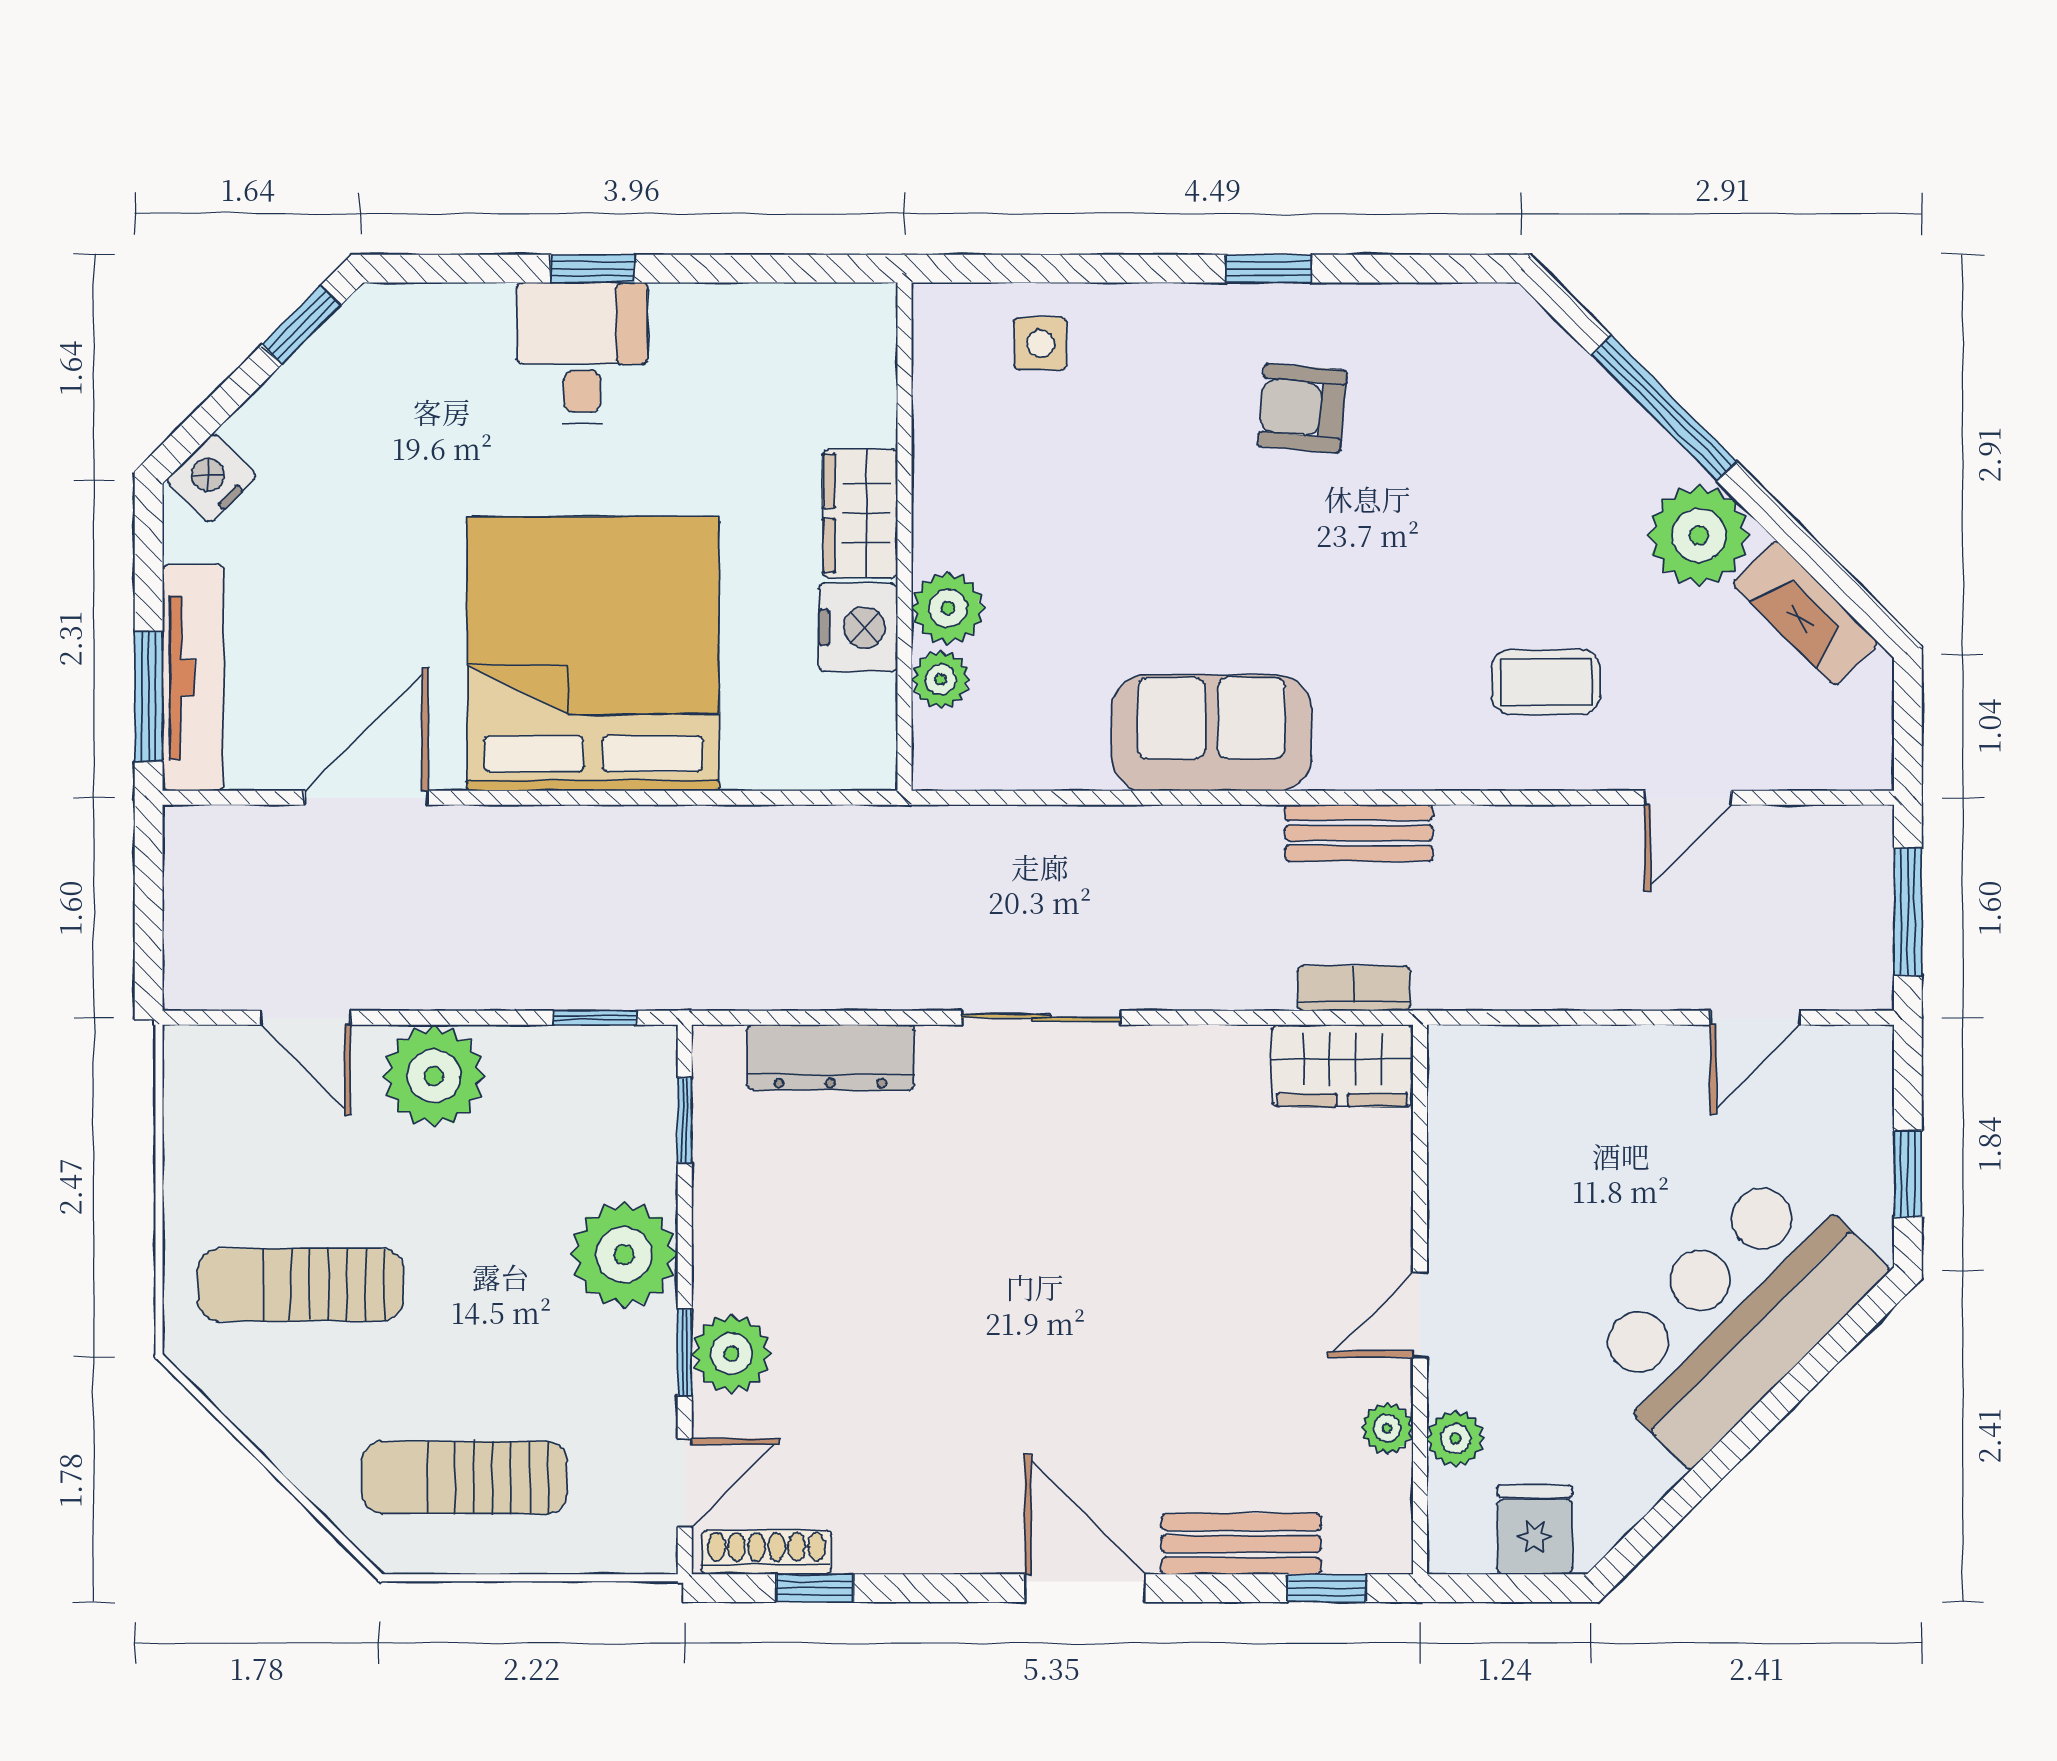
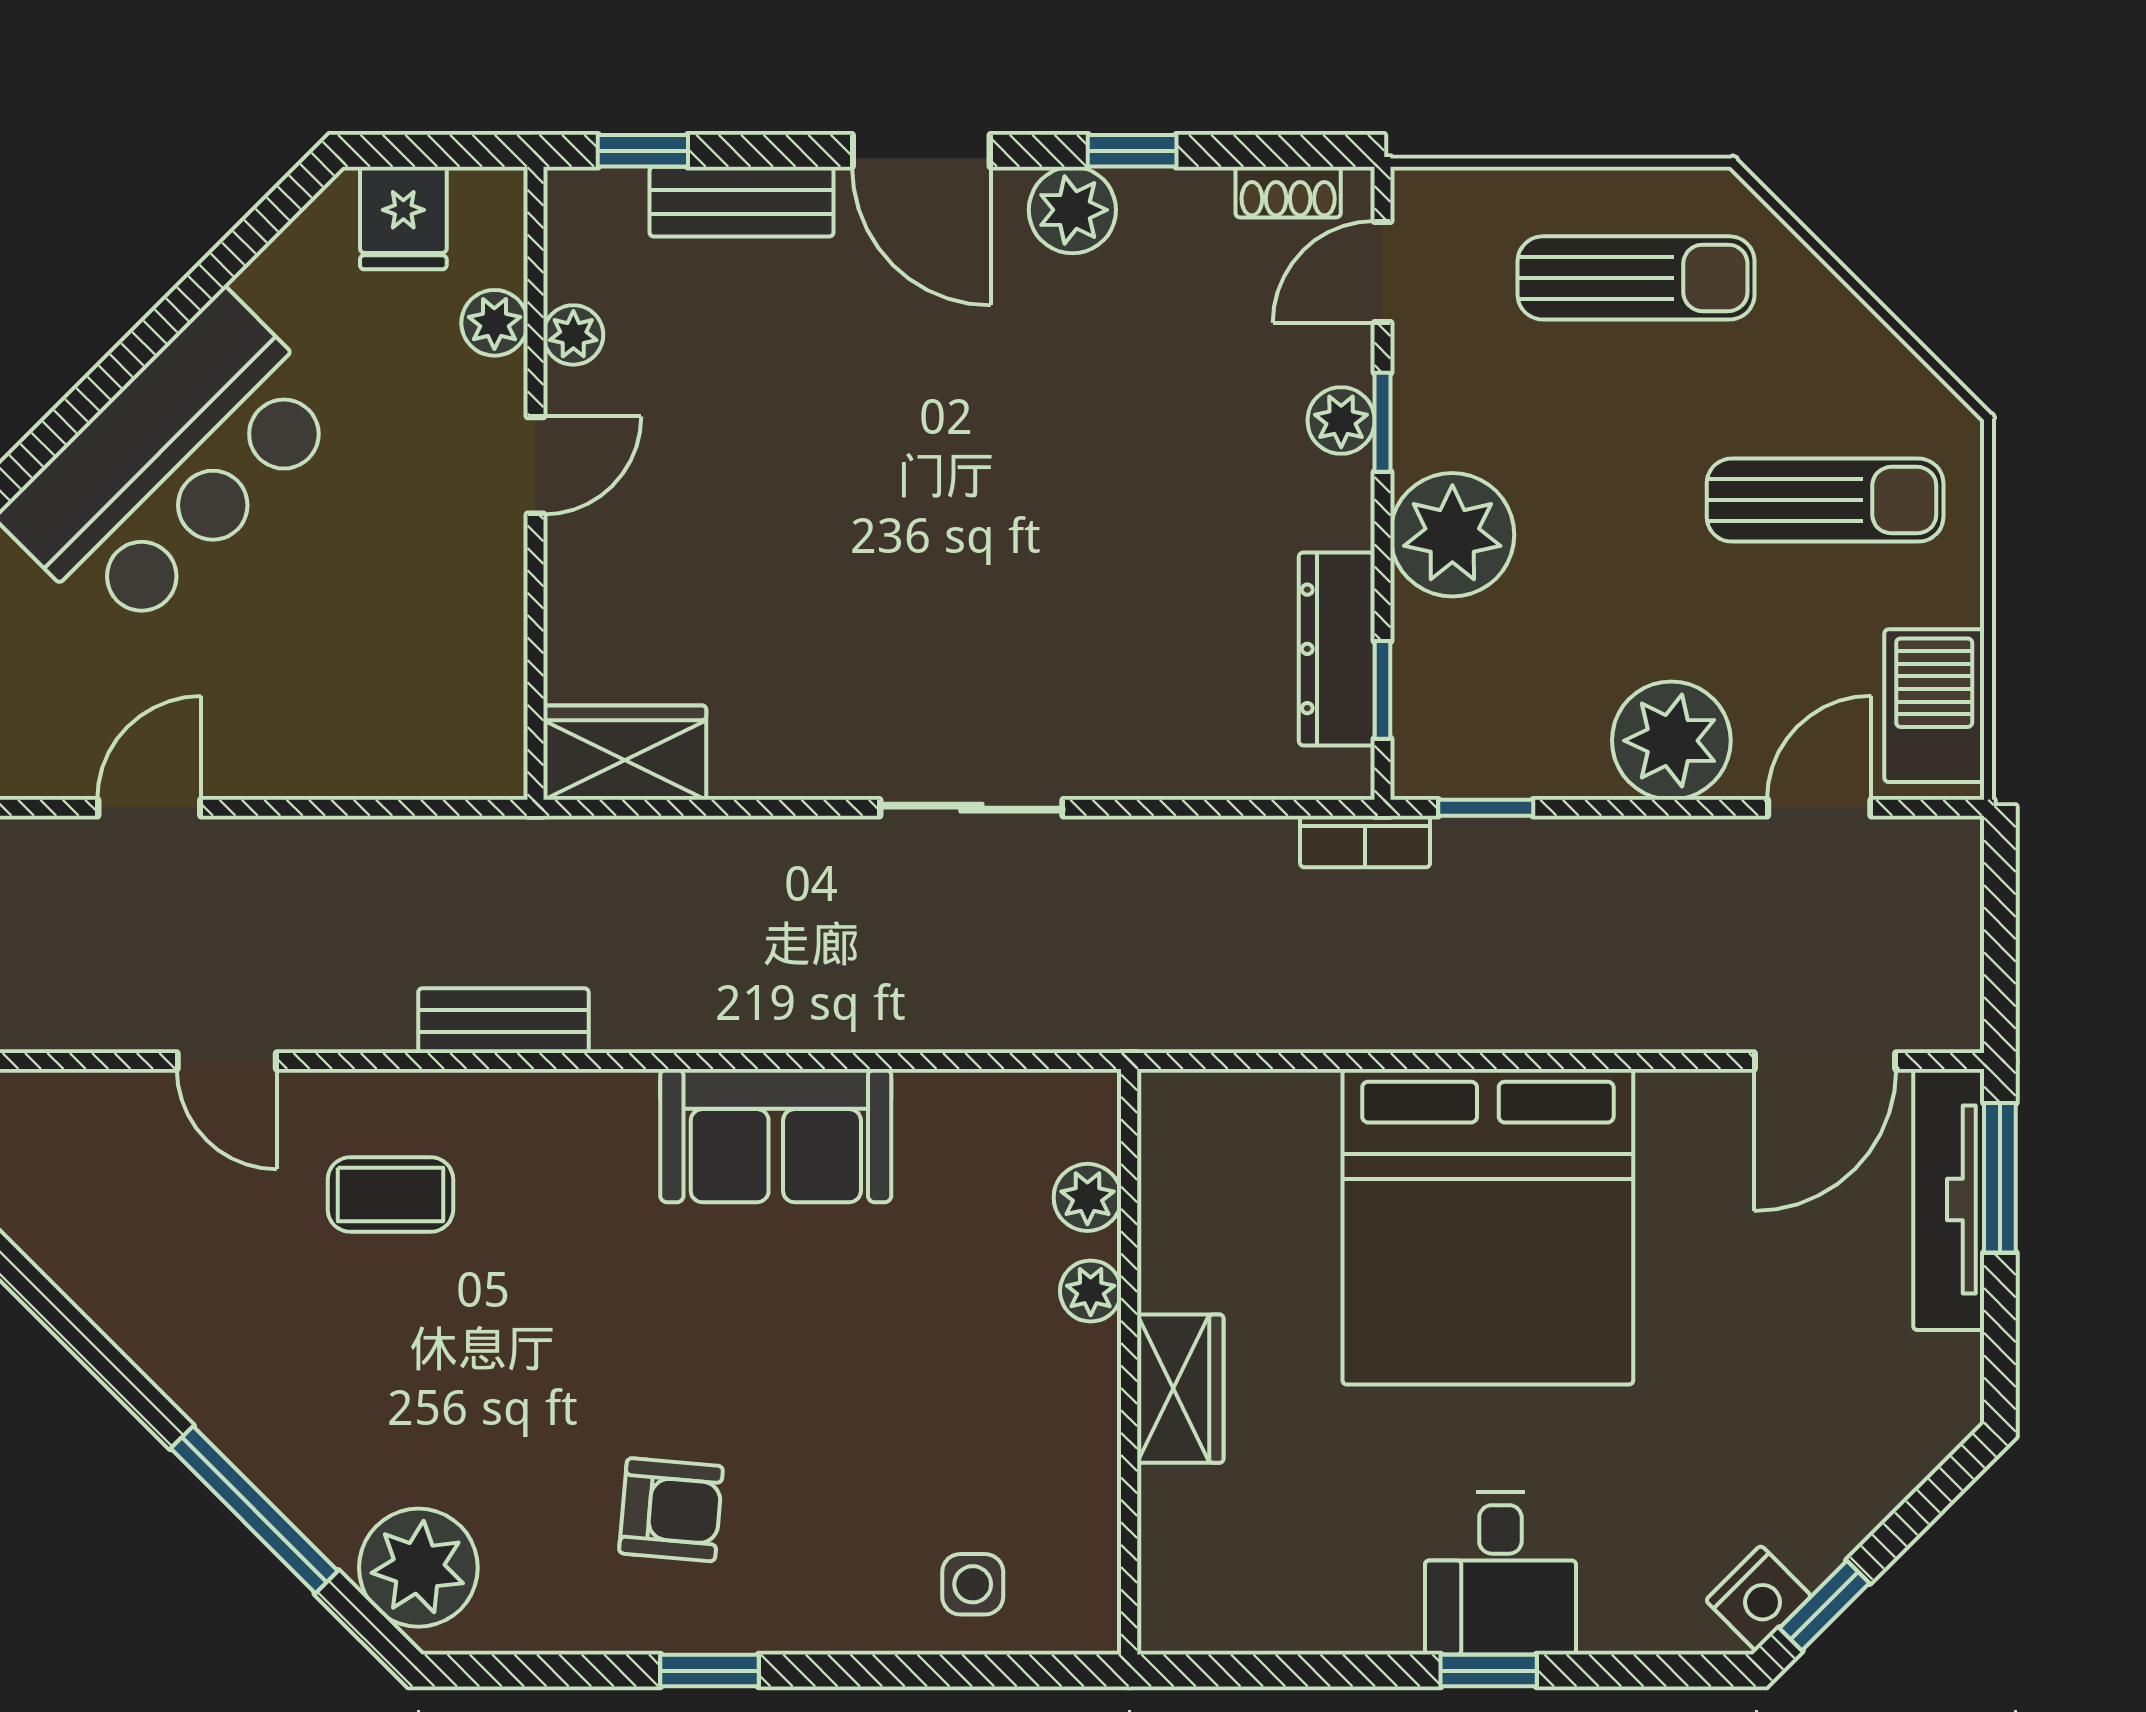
nightstand: (212, 478) -> (1758, 1598), moved
plant: (1699, 535) -> (418, 1568), moved
plant: (948, 608) -> (1091, 1291), width x0.73, depth x0.73
fireplace: (1805, 613) -> (92, 1274), removed
nightstand: (858, 628) -> (1183, 1257), removed
door: (366, 798) -> (1825, 1061), moved
door: (1688, 798) -> (227, 1061), swing flipped
bench: (1359, 833) -> (503, 1021), moved
bookcase: (1354, 988) -> (1365, 842), moved
door: (306, 1018) -> (1819, 808), hinge flipped
dresser: (830, 1057) -> (1337, 649), moved, turned -90
barbecue: (206, 1106) -> (1934, 706), added
plant: (731, 1354) -> (1341, 420), width x0.73, depth x0.73
plant: (954, 1537) -> (1072, 210), added
shoe rack: (767, 1552) -> (1288, 192), width x0.70
window: (815, 1588) -> (1132, 151), moved

